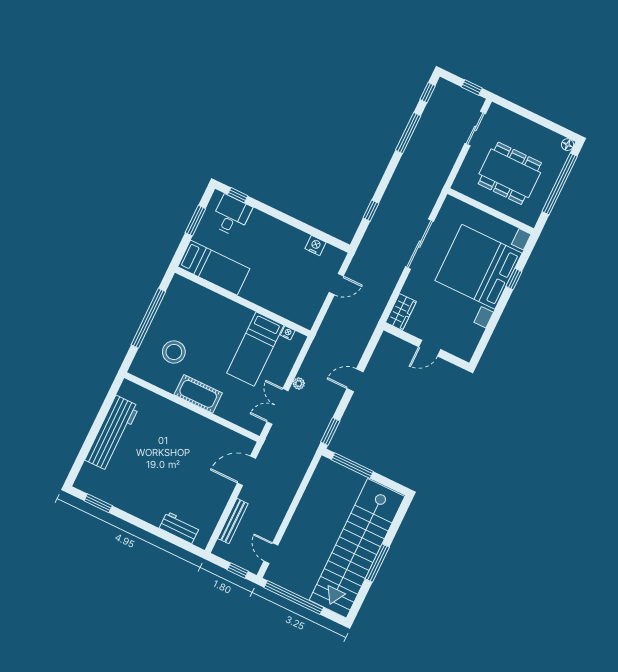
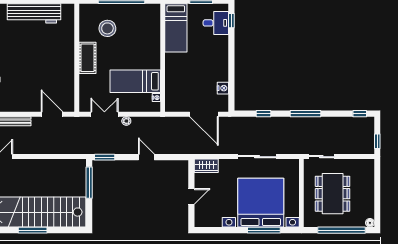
sliding door: (475, 128) -> (321, 157), moved
window: (408, 133) -> (306, 114), moved
window: (514, 279) -> (264, 230), width x2.17
door: (336, 284) -> (204, 114), width x1.87
door: (430, 348) -> (191, 196), swing flipped

